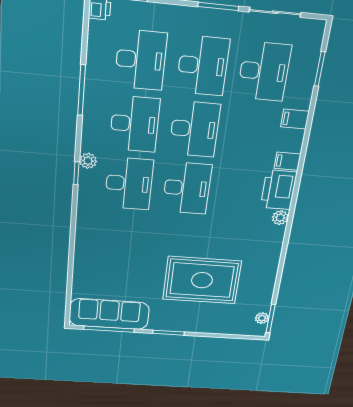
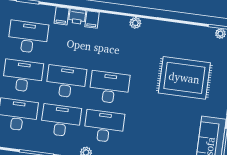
printer: (279, 190) -> (77, 16), moved, width x0.53, depth x0.68
rug: (202, 280) -> (184, 78), turned 90

